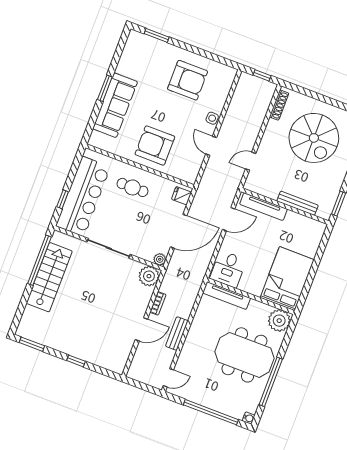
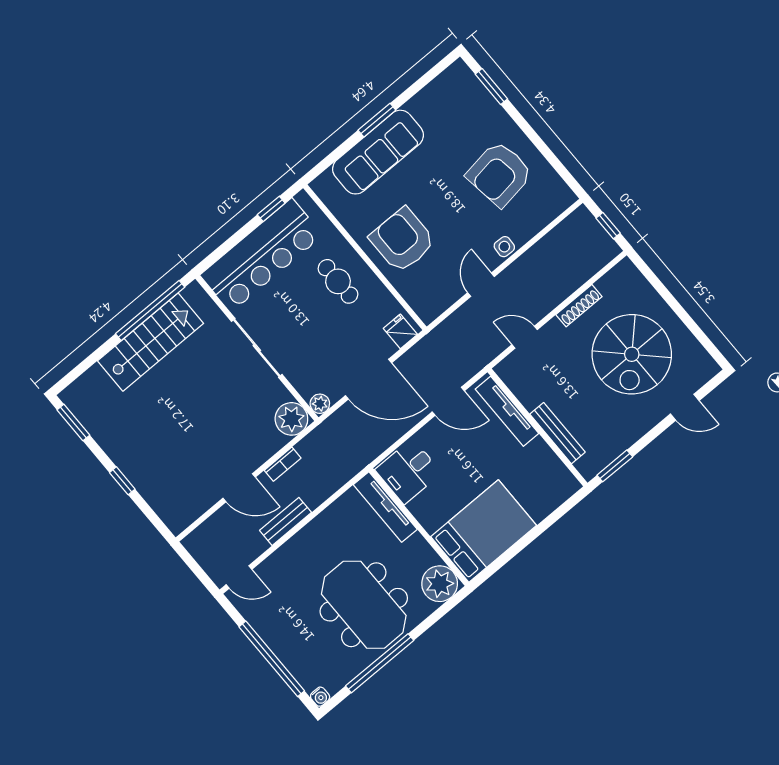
armchair: (188, 80) -> (500, 174), turned 82
shoe rack: (279, 105) -> (579, 306), moved
window: (63, 199) -> (271, 209), moved

